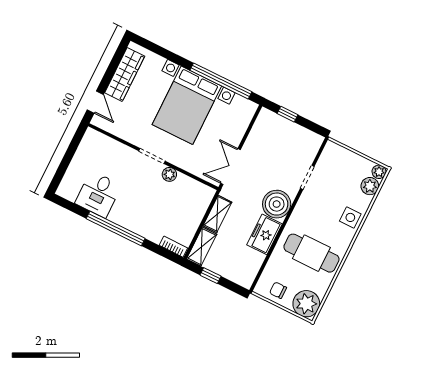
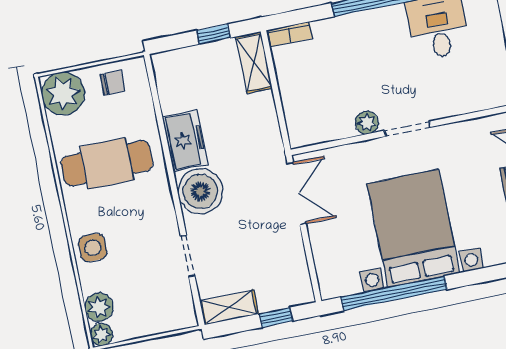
shelving: (217, 214) -> (229, 307), moved, turned 90

